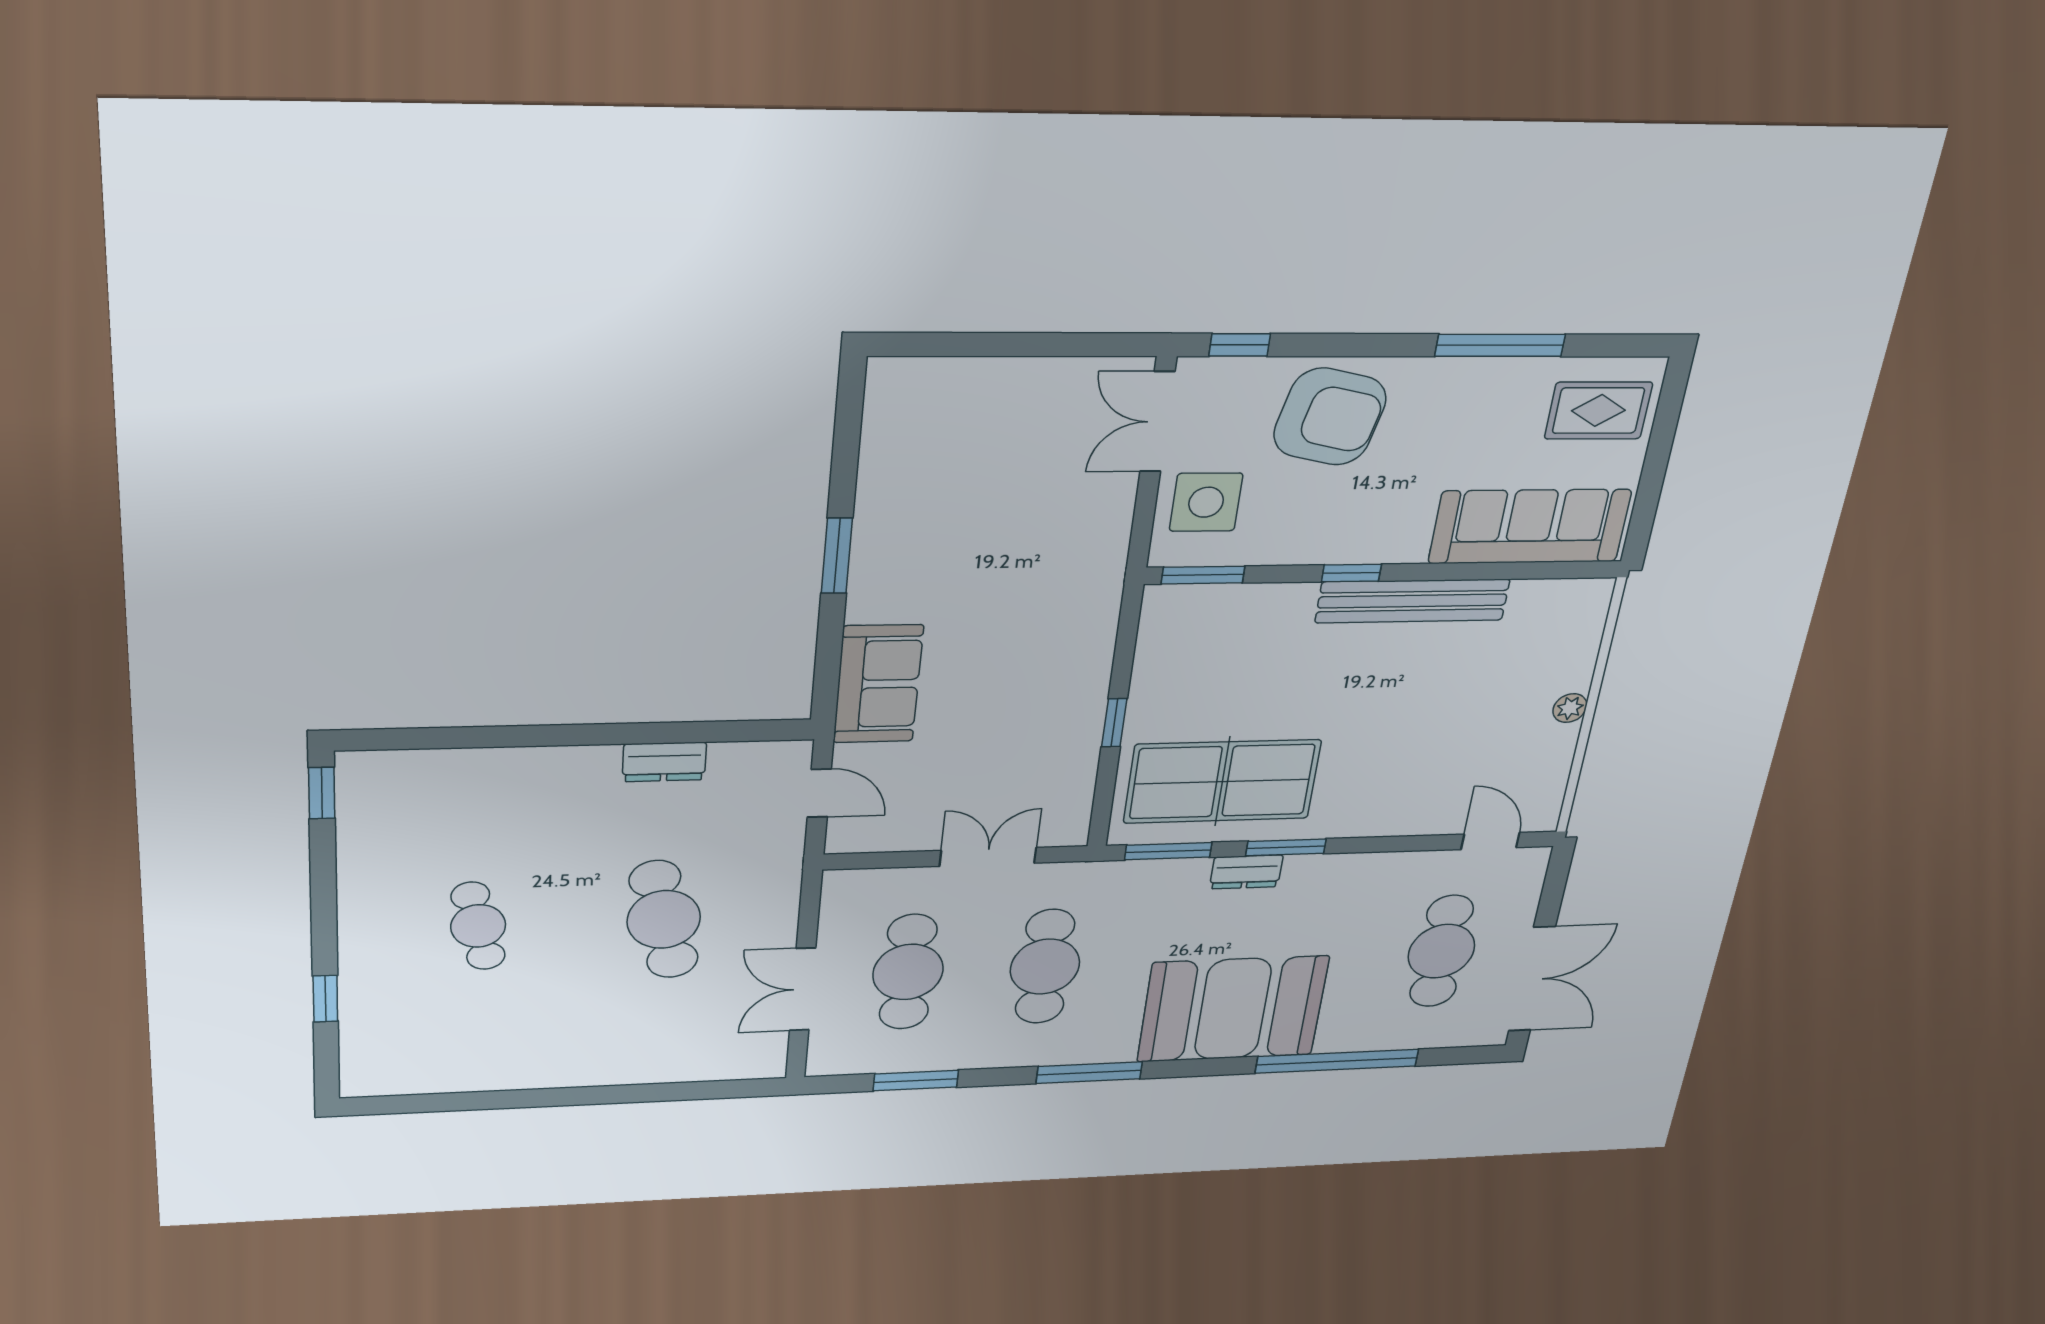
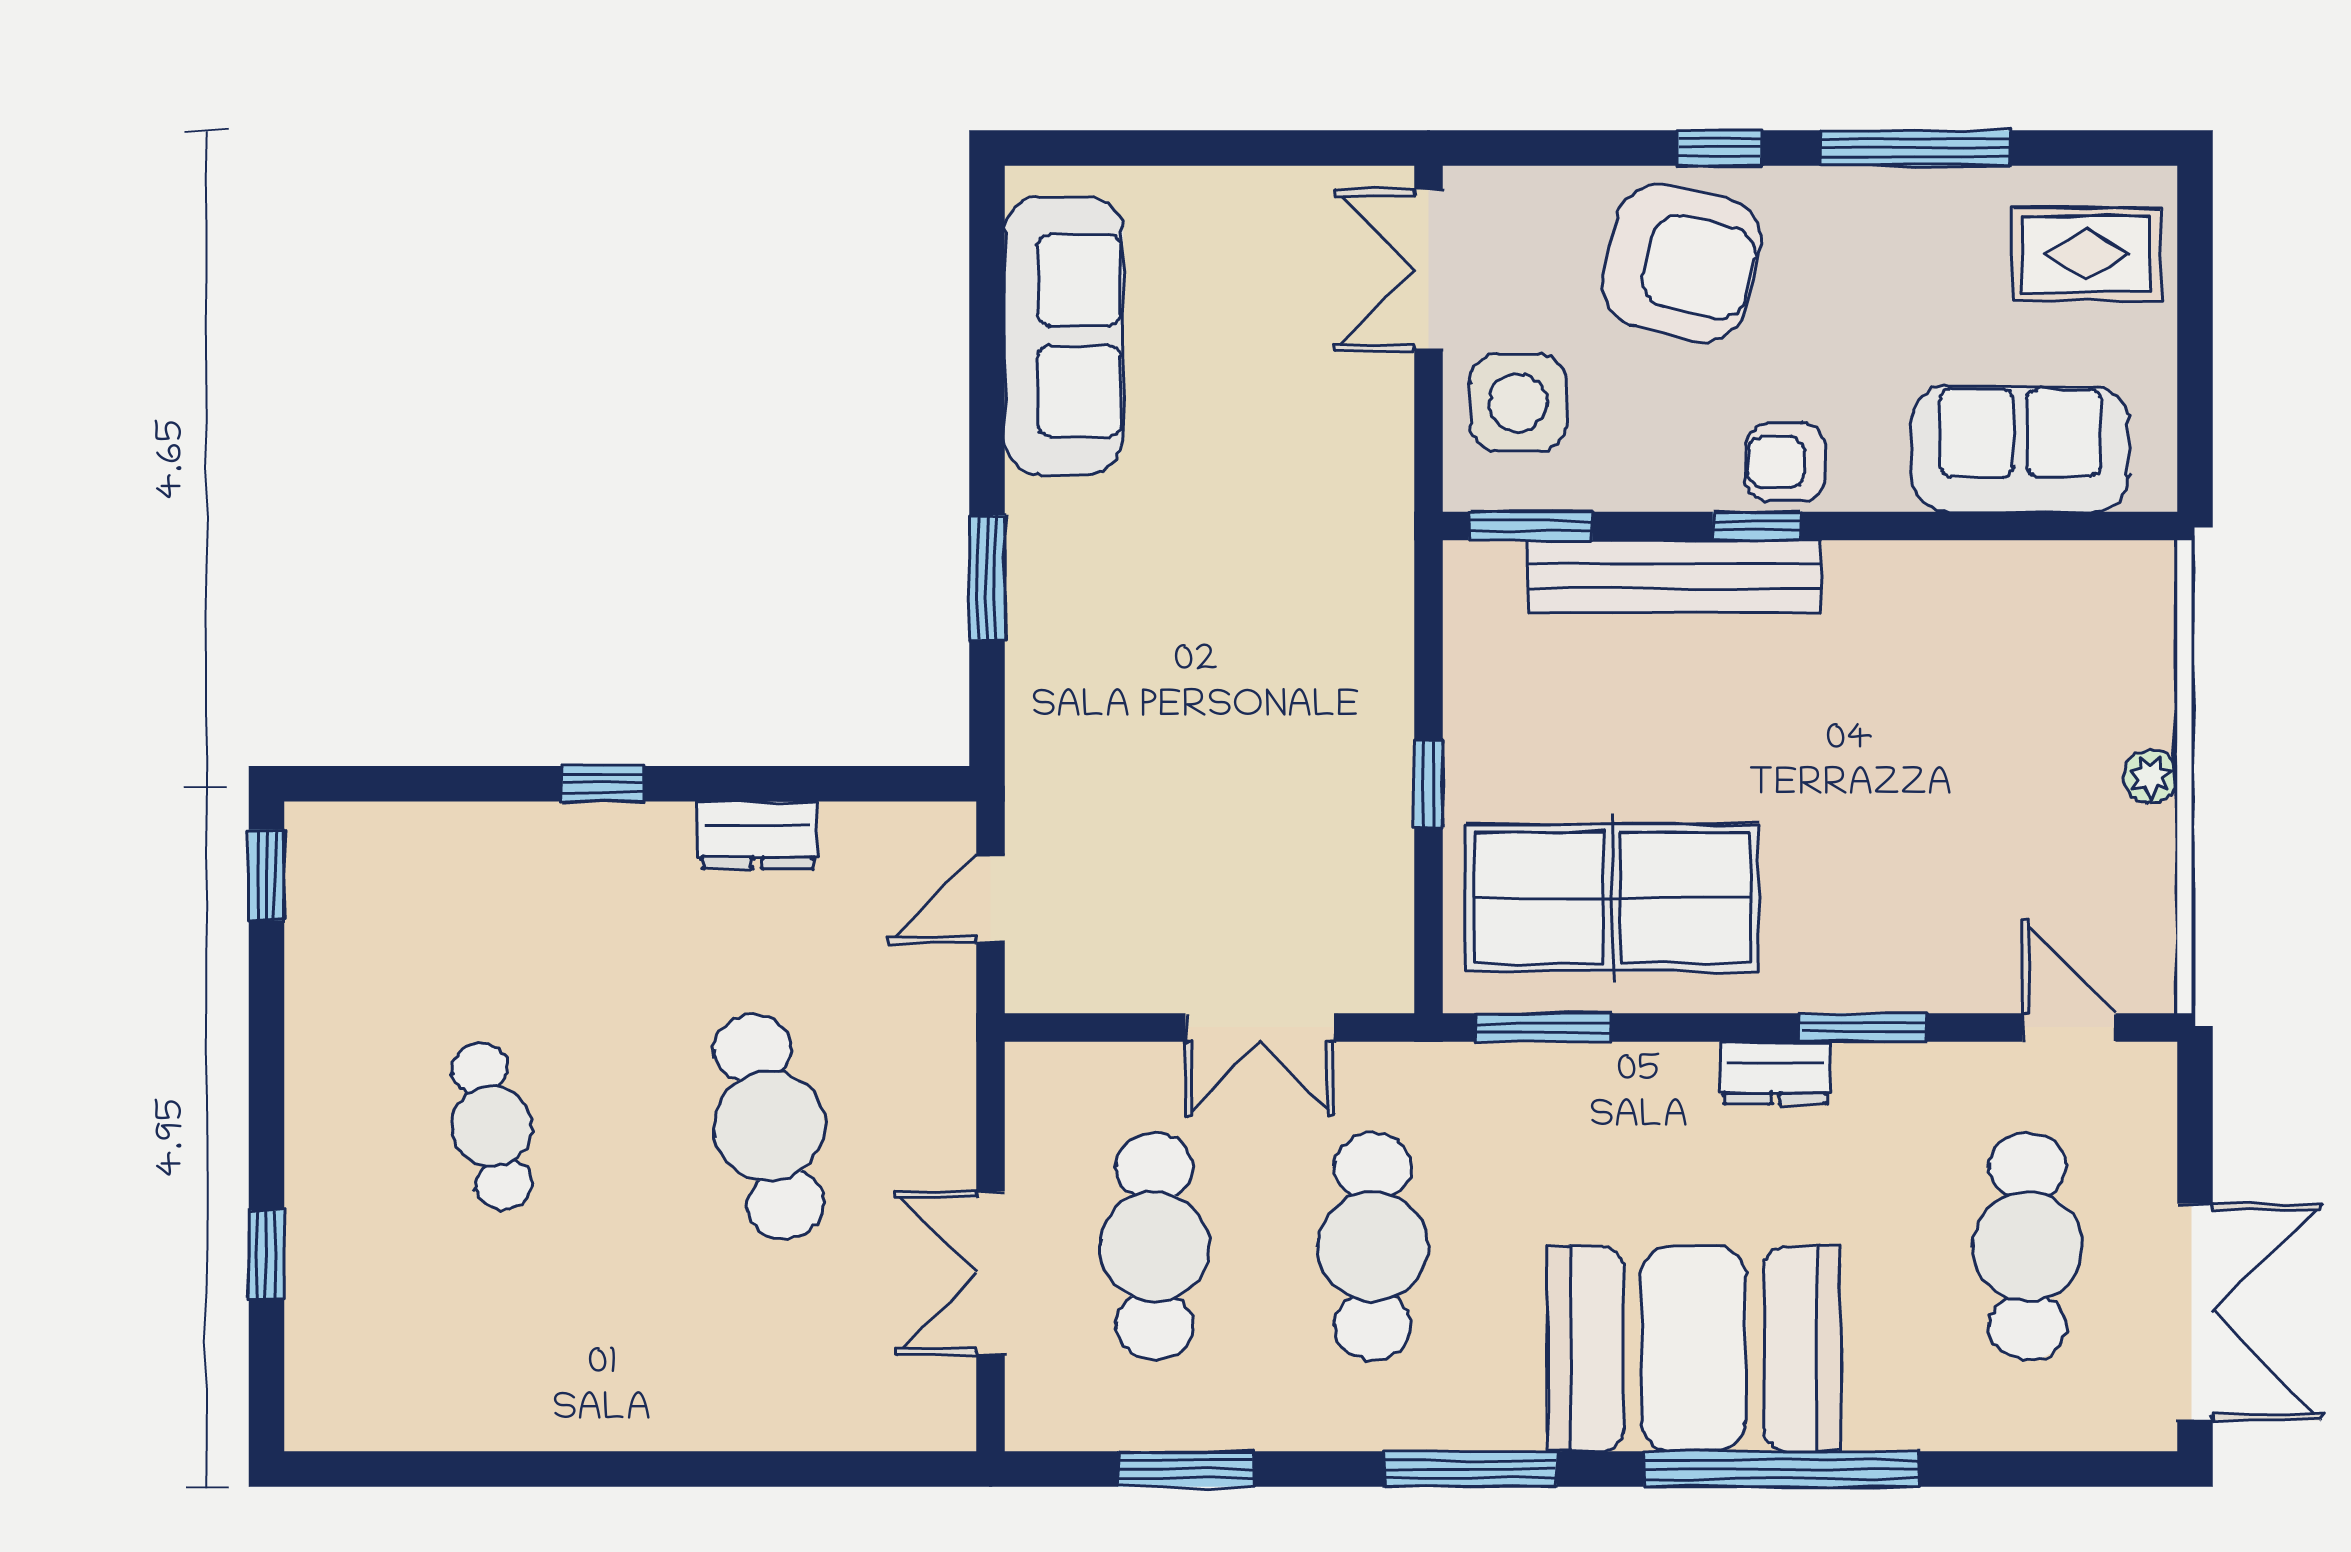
window: (1240, 345) -> (1720, 148), moved
sofa: (1530, 526) -> (2020, 449), width x0.73
armchair: (1377, 536) -> (1785, 462), added
window: (837, 556) -> (987, 577), moved
bench: (1413, 601) -> (1674, 577), moved
sofa: (878, 684) -> (1064, 335), moved, width x1.36
window: (559, 735) -> (603, 784), added
door: (819, 793) -> (991, 899), swing flipped
window: (1286, 847) -> (1863, 1027), moved
double door: (988, 857) -> (1260, 1027), swing flipped
dresser: (1246, 872) -> (1775, 1073), moved
window: (1337, 1061) -> (1781, 1469), moved

